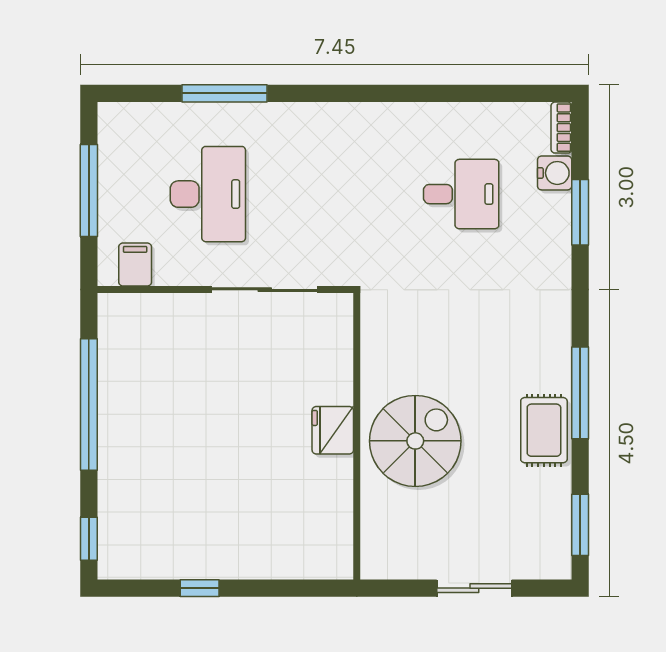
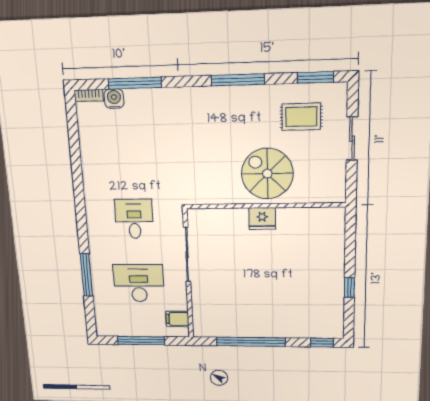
desk: (461, 194) -> (134, 219), moved
window: (580, 212) -> (135, 83), width x1.44
rug: (544, 430) -> (301, 117), moved

